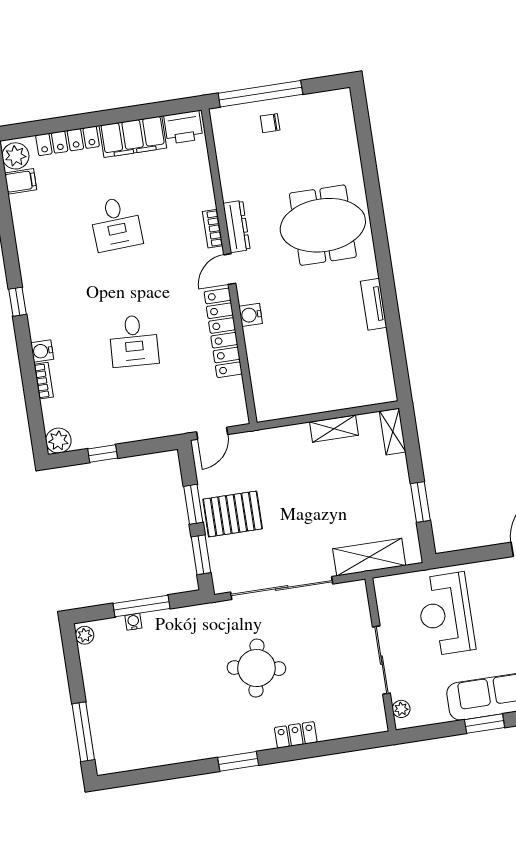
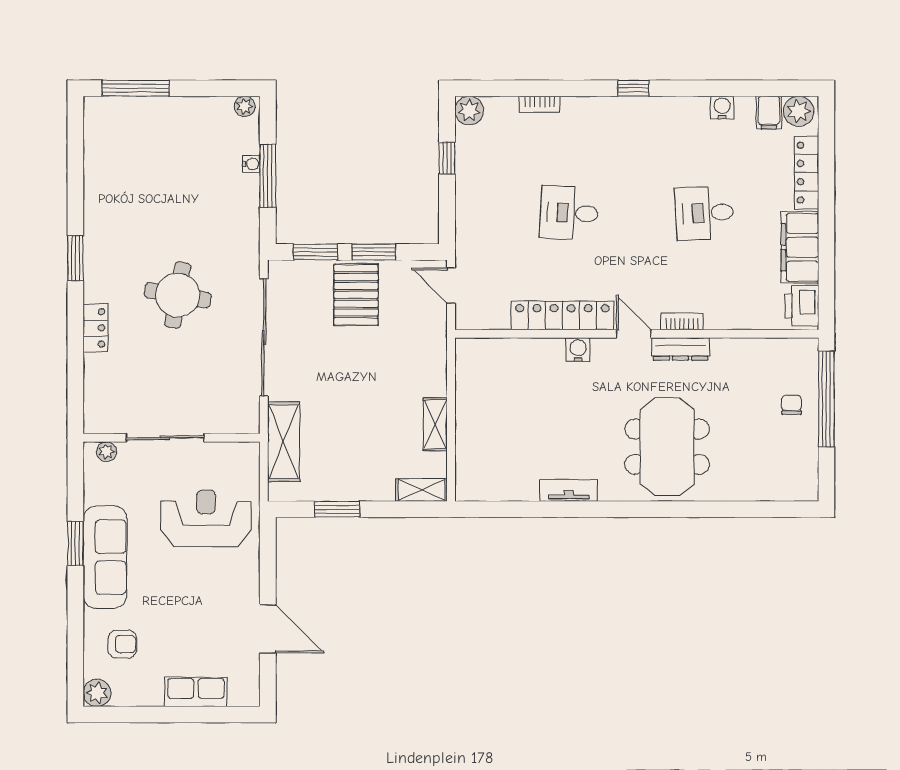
water cooler: (42, 351) -> (722, 108), moved

